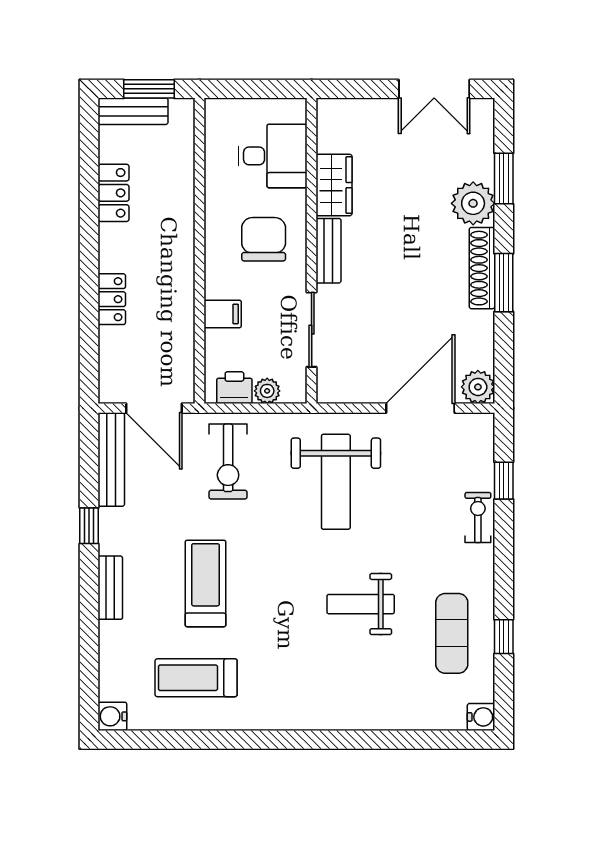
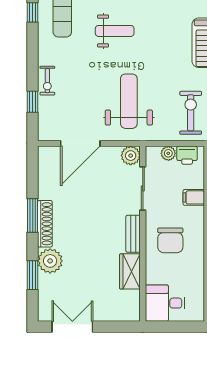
desk: (273, 156) -> (165, 303), moved
plant: (478, 387) -> (131, 156), moved

